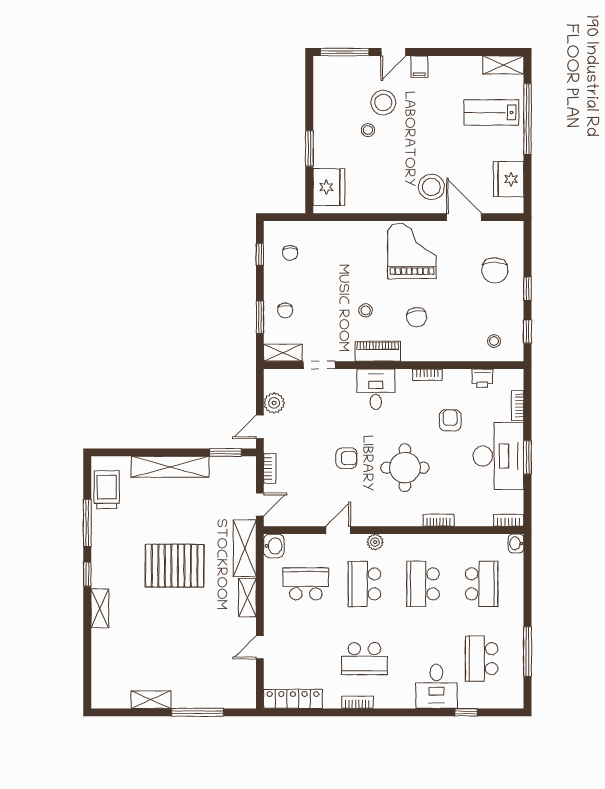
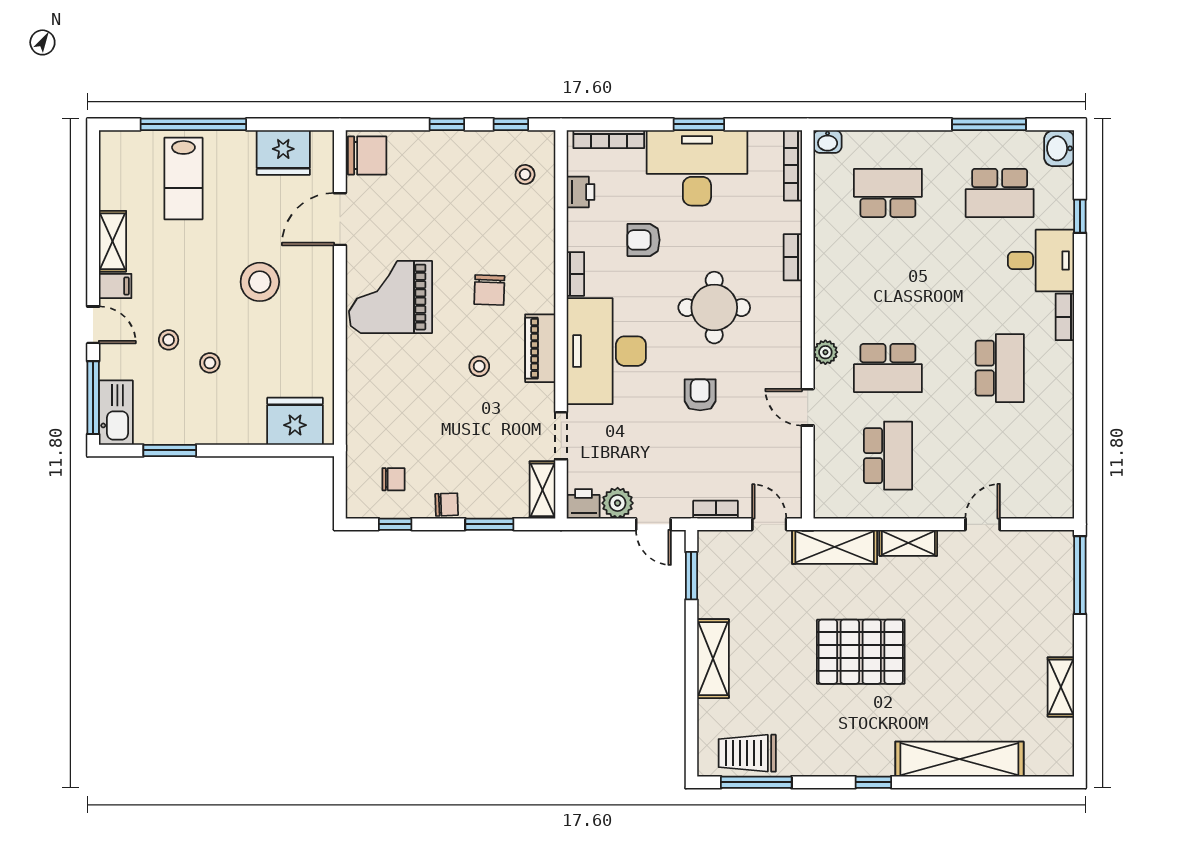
shelving: (503, 65) -> (112, 241), moved
kitchen sink: (335, 67) -> (116, 413), added
stool: (383, 103) -> (169, 340), width x0.53, depth x0.53
window: (309, 148) -> (170, 450), moved
stool: (431, 187) -> (260, 282), moved
chair: (495, 270) -> (367, 156), moved
chair: (285, 310) -> (447, 505), moved
chair: (417, 317) -> (489, 290), turned 99
printer: (274, 380) -> (584, 504), added
desk: (376, 389) -> (606, 351), width x1.87, depth x1.30
bookcase: (518, 406) -> (609, 139), width x1.56
shelving: (170, 467) -> (713, 659), width x0.68
bookcase: (509, 520) -> (793, 165), width x1.56
window: (87, 523) -> (756, 782), moved
washbasin: (274, 546) -> (1059, 148), moved, turned -90
pallet: (175, 566) -> (861, 652), turned 90
school desk: (306, 584) -> (888, 456), turned 180
school desk: (423, 584) -> (888, 280), removed
shelving: (100, 608) -> (959, 759), width x2.20, depth x1.33
door: (260, 647) -> (983, 524), swing flipped
locker: (293, 699) -> (1060, 475), removed
bookcase: (357, 702) -> (1065, 317), moved
window: (198, 712) -> (1080, 575), moved

